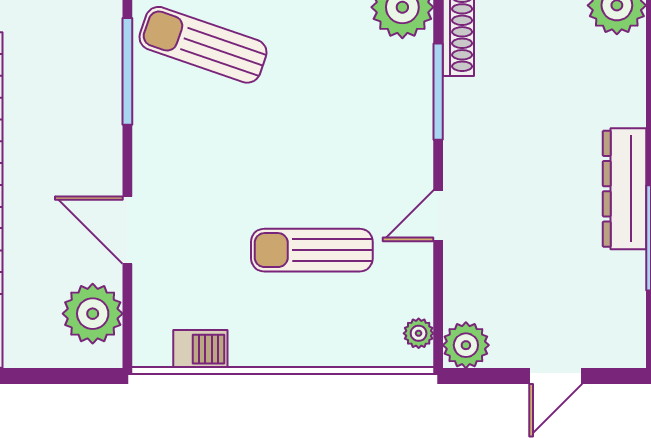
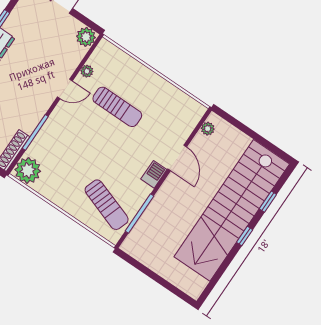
plant: (93, 314) -> (208, 129), width x0.53, depth x0.53
plant: (419, 333) -> (87, 71), moved
barbecue: (200, 349) -> (154, 174), moved, turned 90

